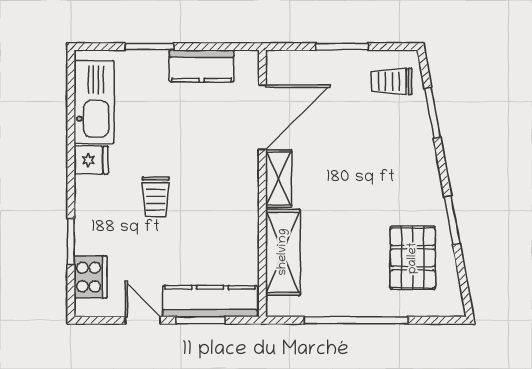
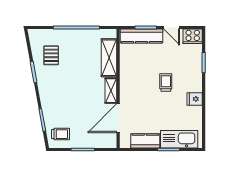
kitchen sink: (94, 102) -> (179, 139), moved, turned 90
pallet: (413, 258) -> (51, 55), width x0.67, depth x0.71
cooker: (91, 277) -> (193, 36), moved, turned -90

